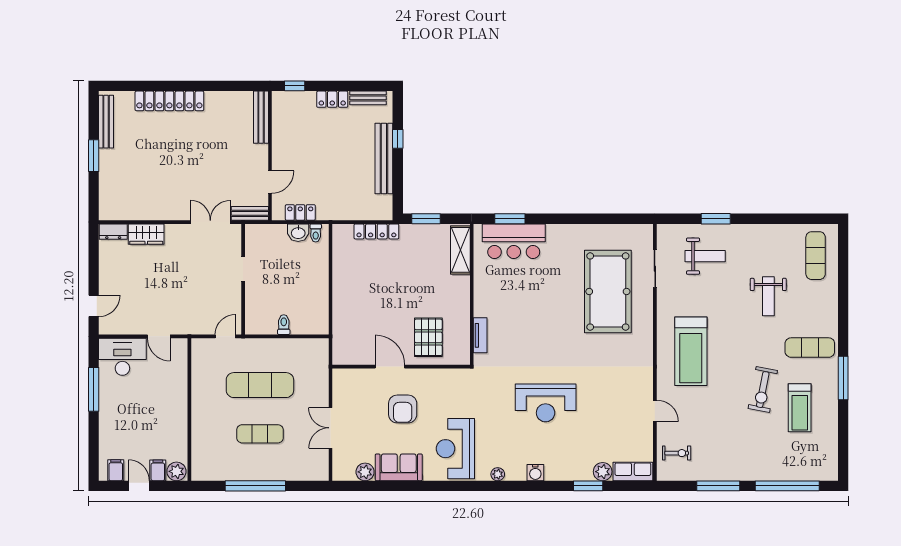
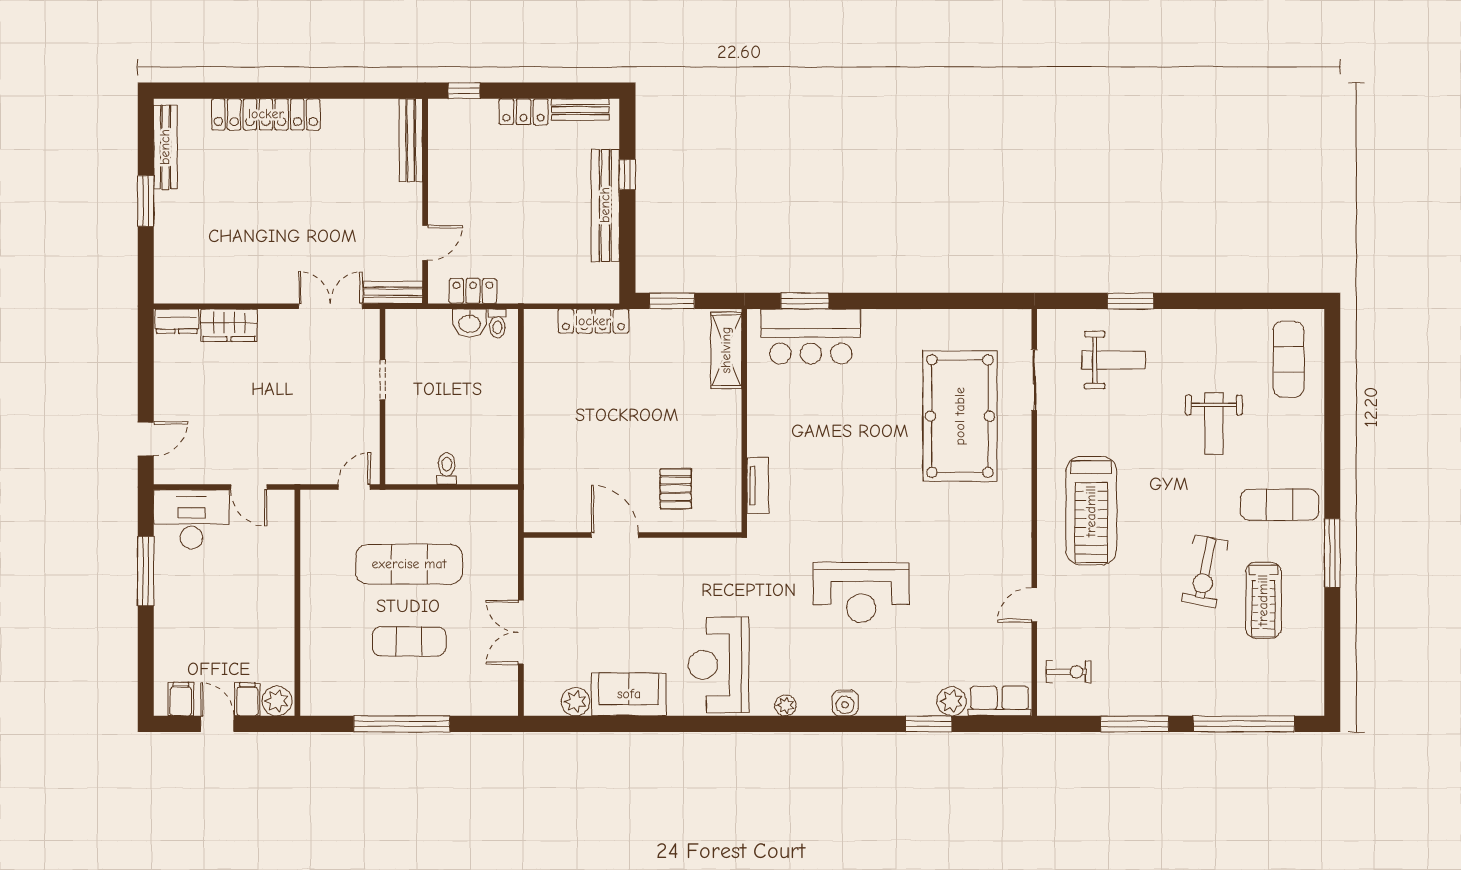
pallet: (428, 337) -> (676, 489), width x0.67, depth x0.71
armchair: (403, 409) -> (635, 602), removed
door: (655, 411) -> (1034, 605), swing flipped

